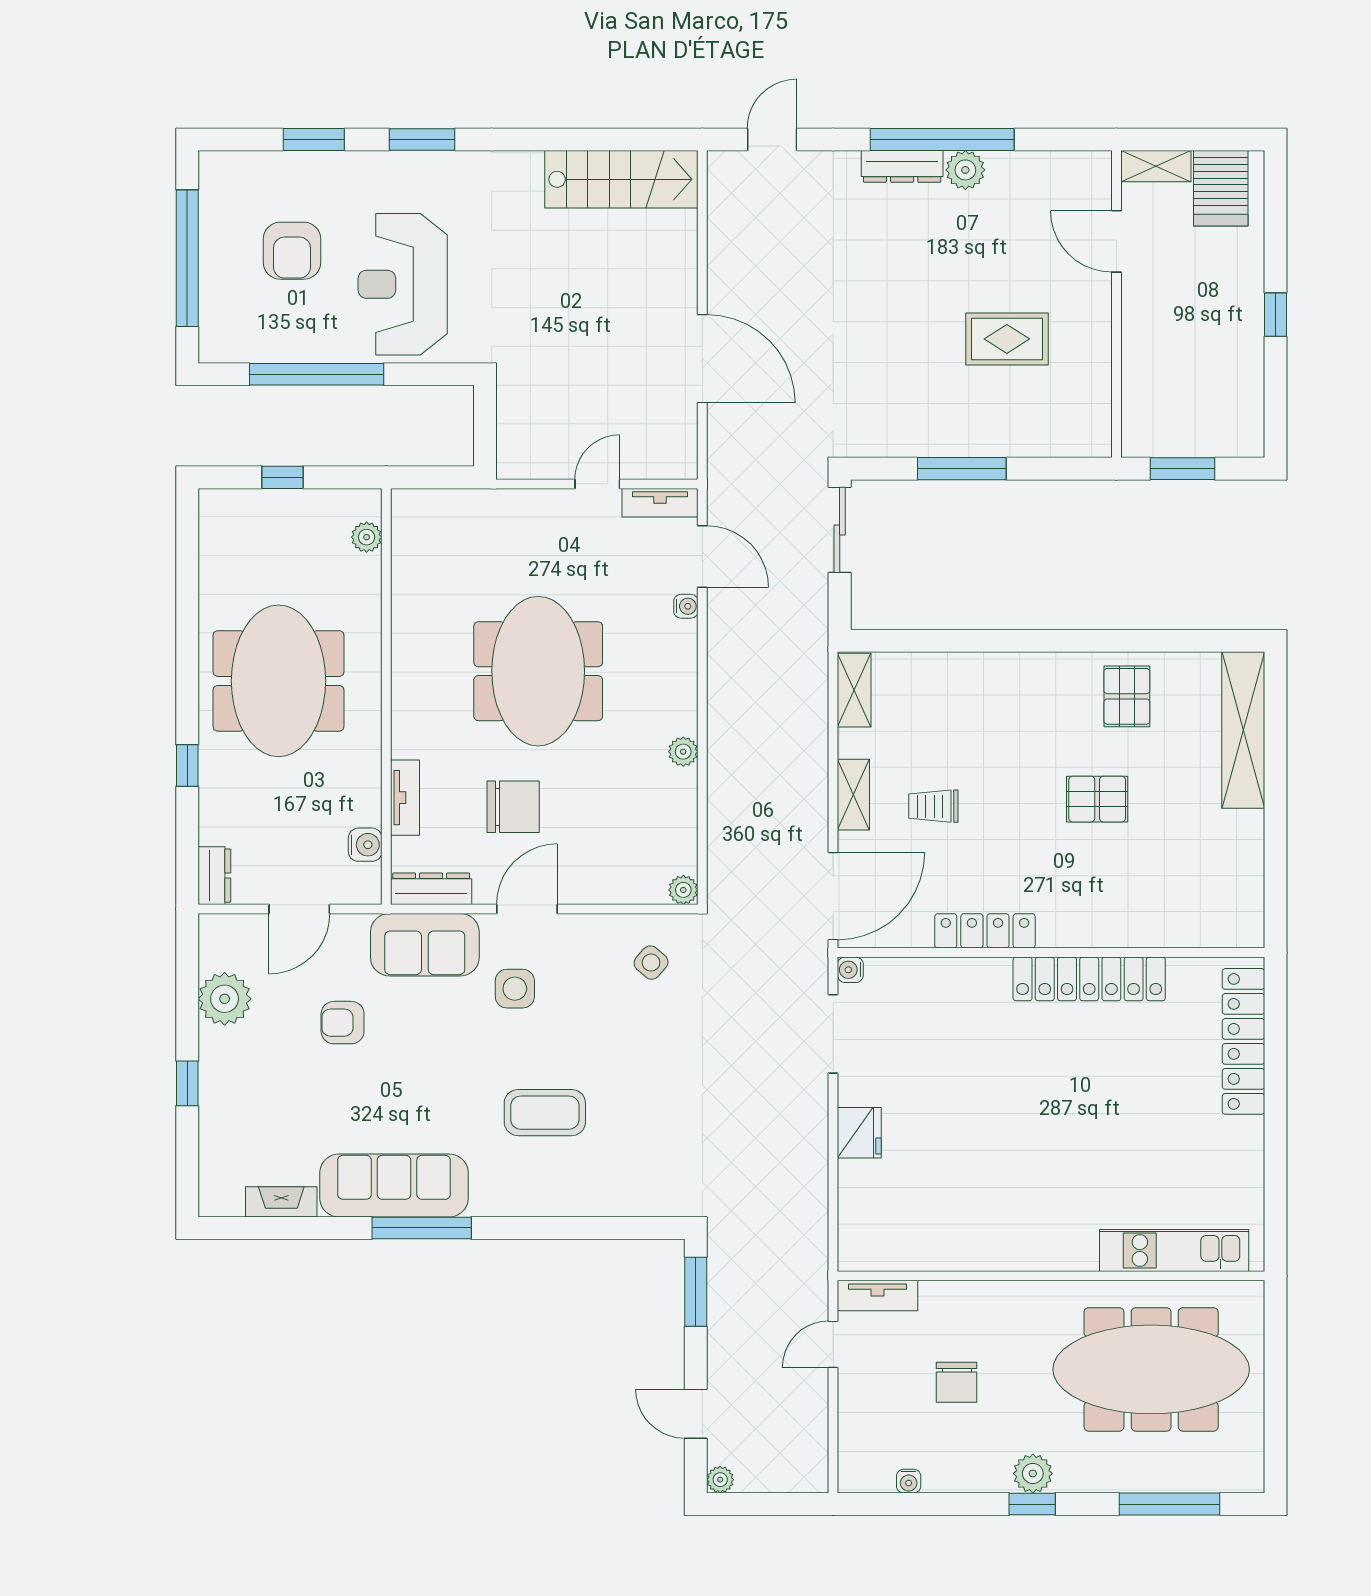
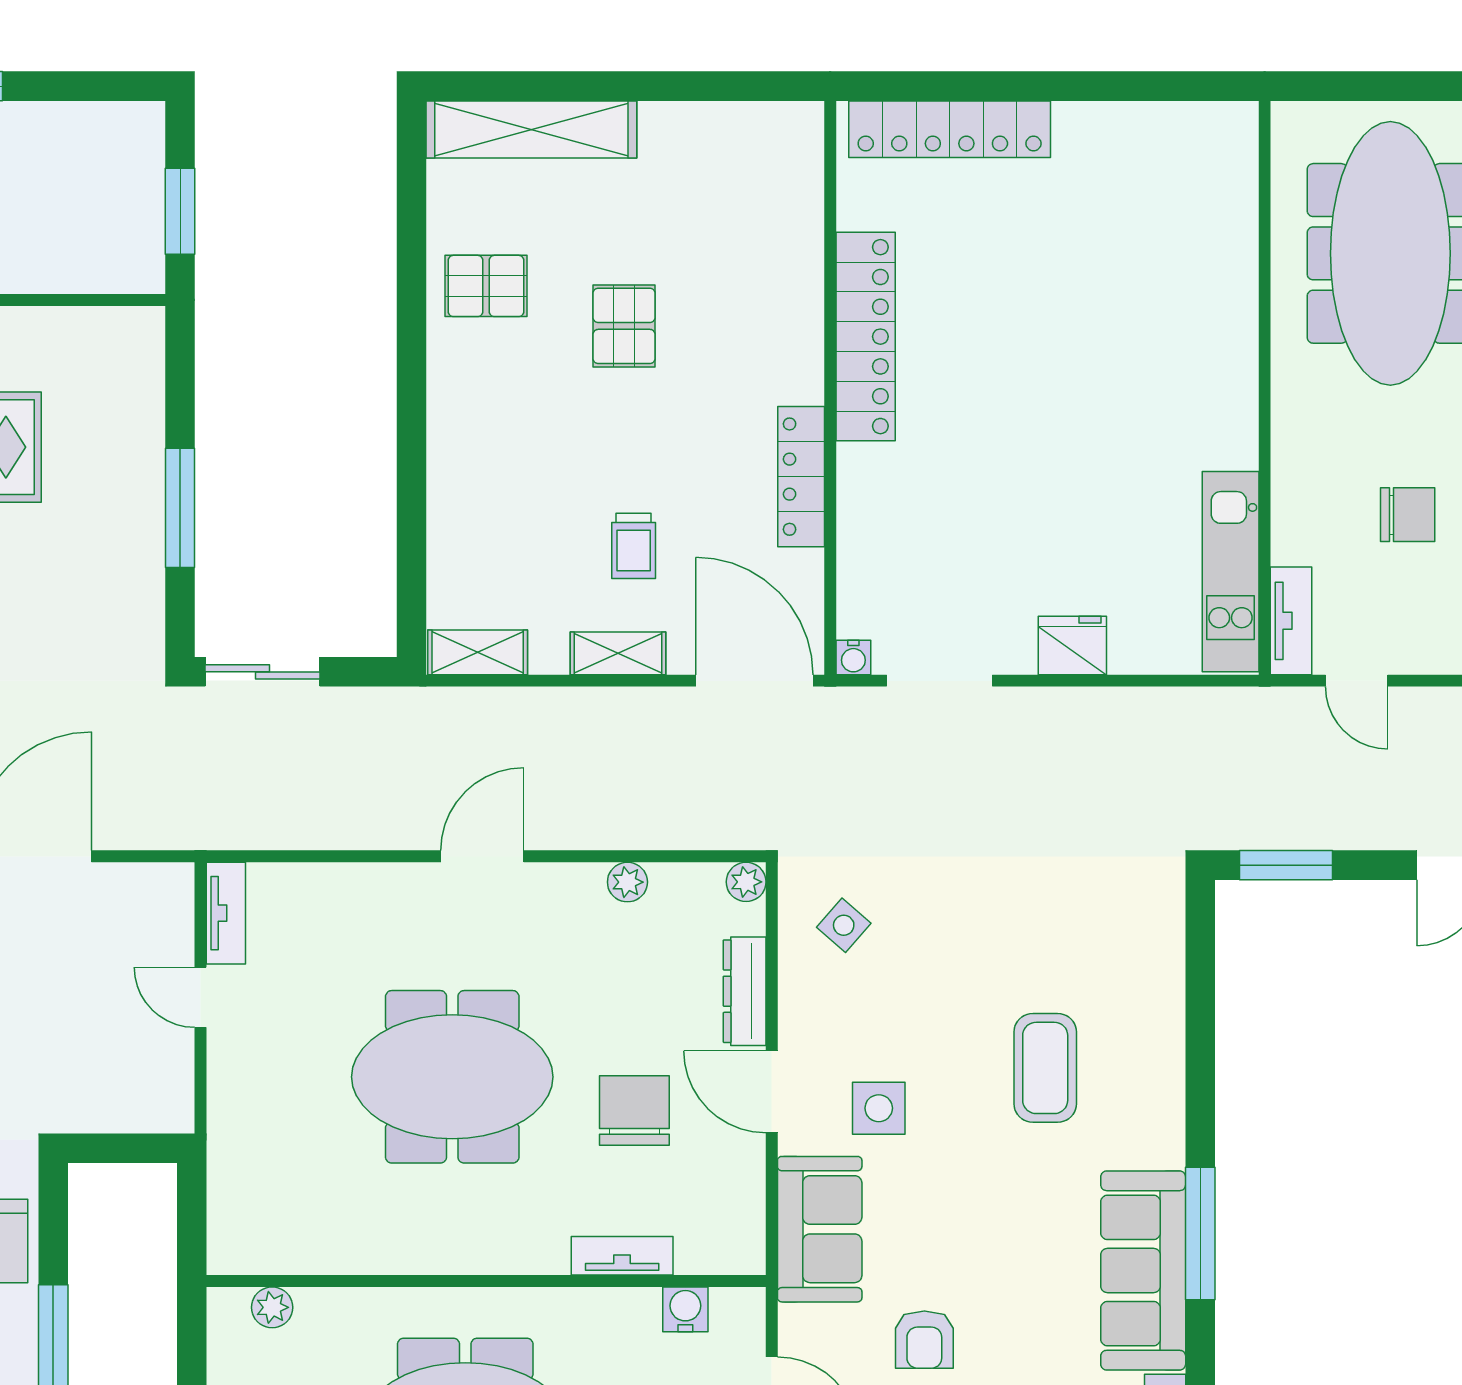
door: (702, 557) -> (482, 856), moved
water cooler: (686, 606) -> (365, 878), removed
plant: (683, 752) -> (627, 882), moved
dresser: (431, 889) -> (745, 991), moved
kitchen unit: (1174, 1250) -> (1231, 572), moved

